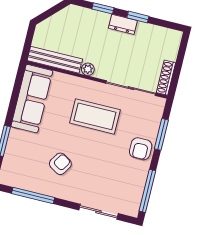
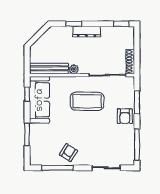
window: (138, 17) -> (121, 24), moved
dresser: (123, 24) -> (86, 32), width x1.44
window: (17, 87) -> (27, 94), added
armchair: (60, 164) -> (68, 153), moved

